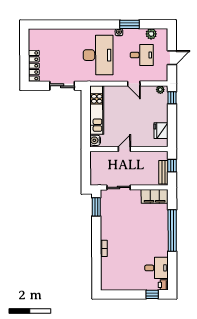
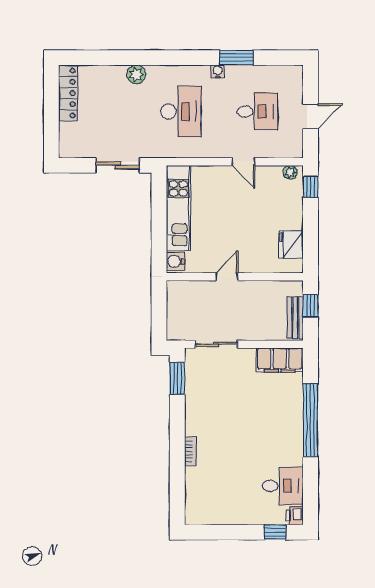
plant: (151, 34) -> (136, 74), moved
desk: (98, 55) -> (181, 112), width x0.73, depth x0.77
locker: (34, 66) -> (68, 93), moved

